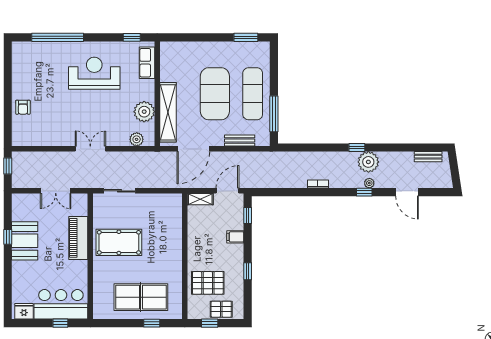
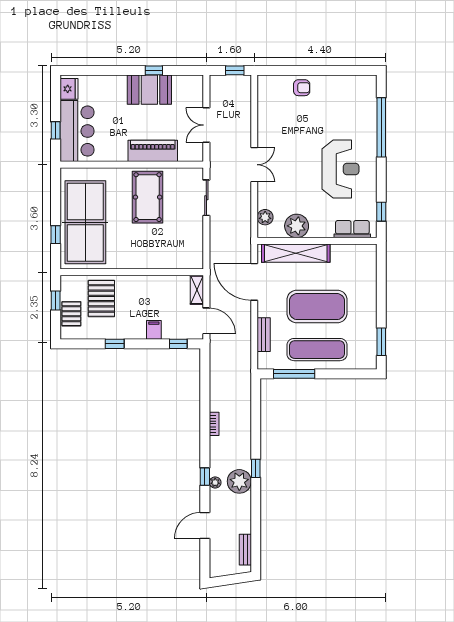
armchair: (23, 107) -> (302, 88), turned 180
table tennis table: (141, 297) -> (85, 222), width x1.36, depth x1.32

